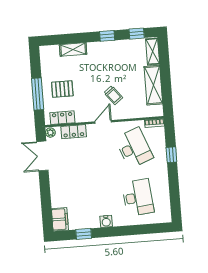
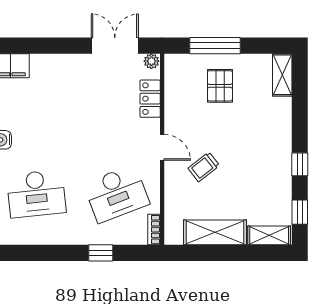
shelving: (73, 49) -> (282, 75), moved
locker: (62, 118) -> (174, 82), removed

